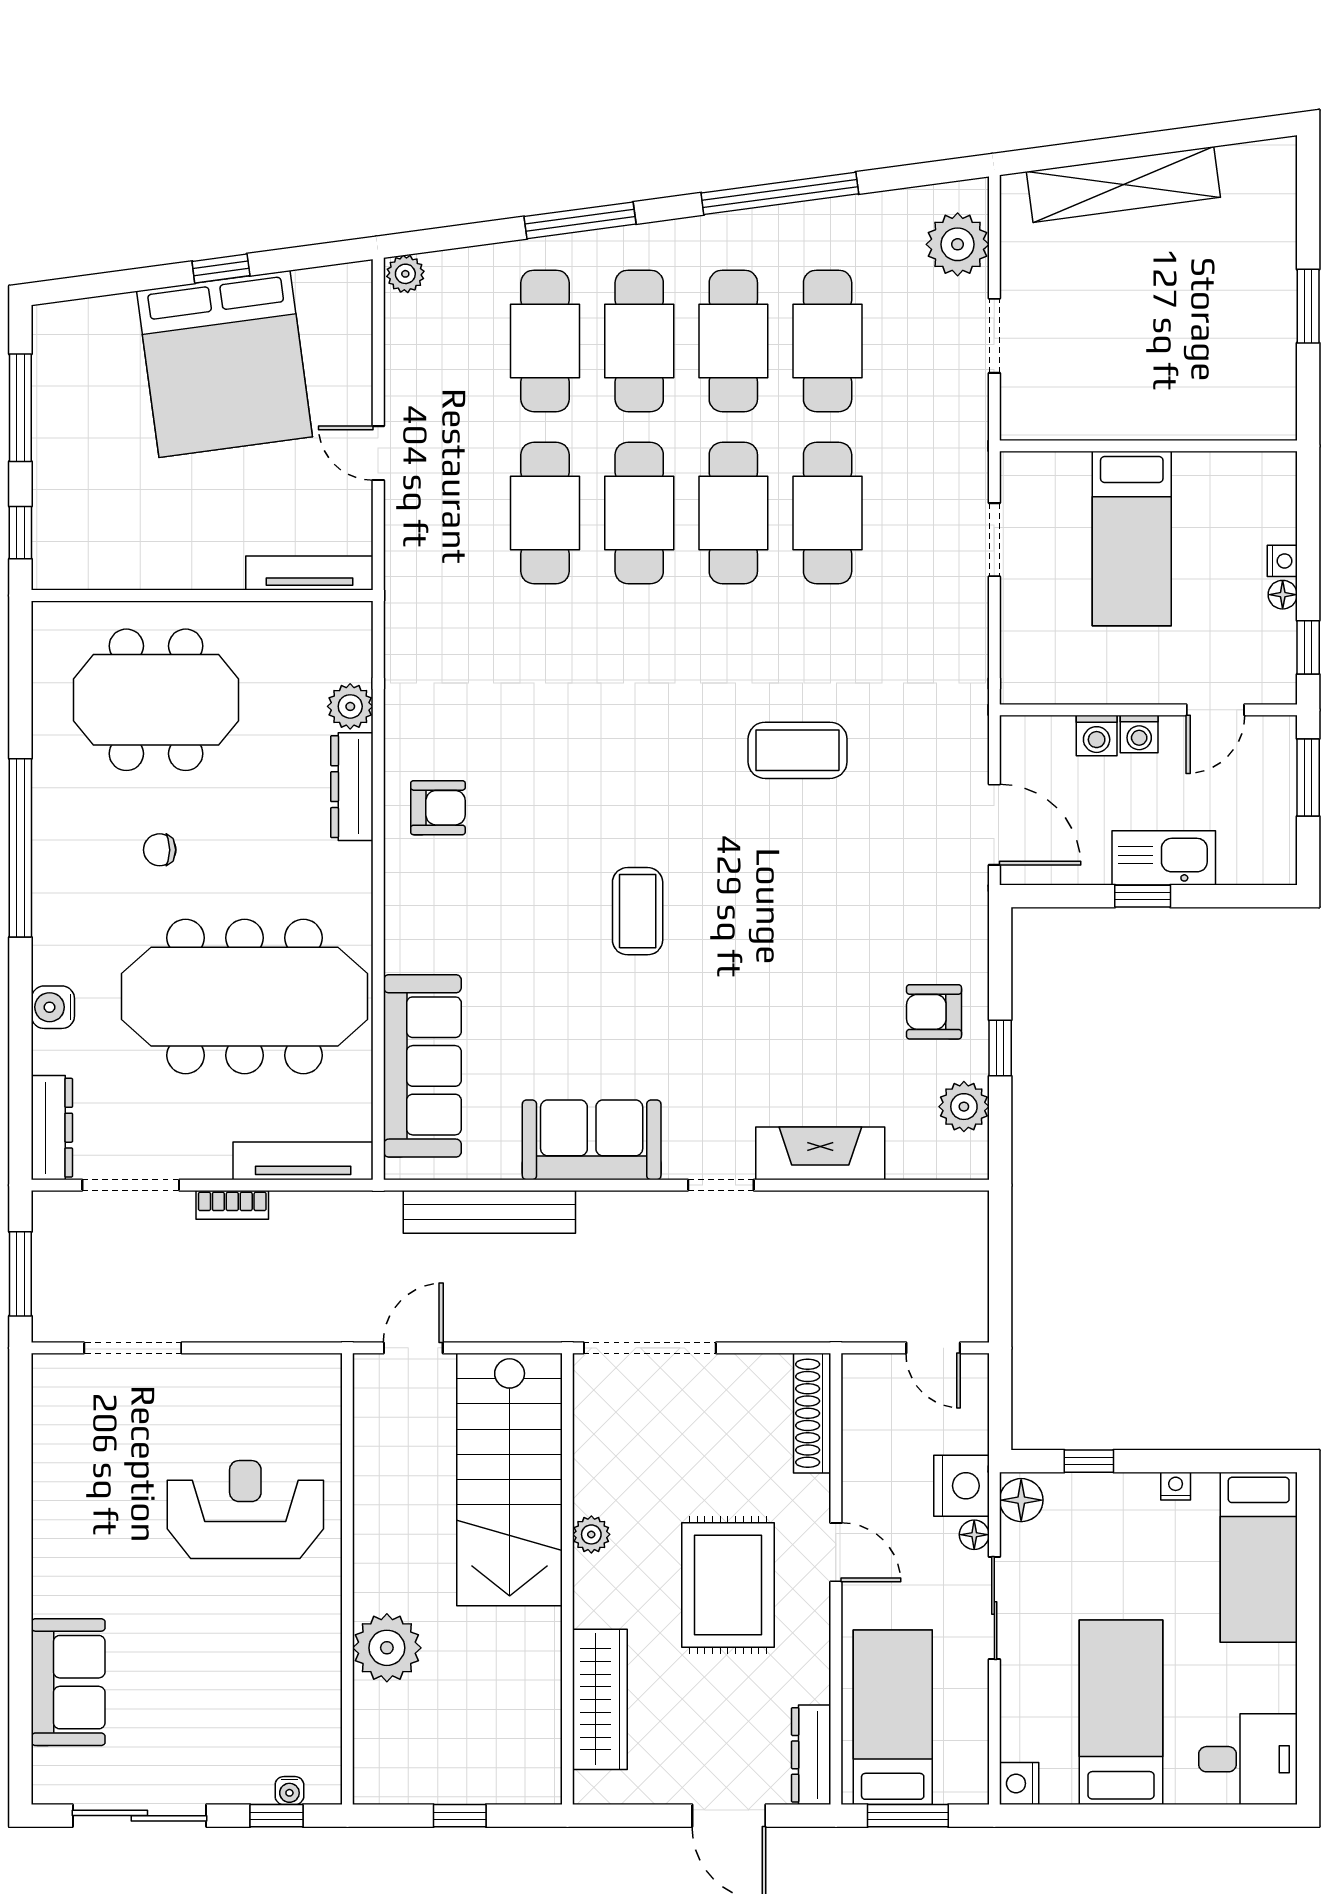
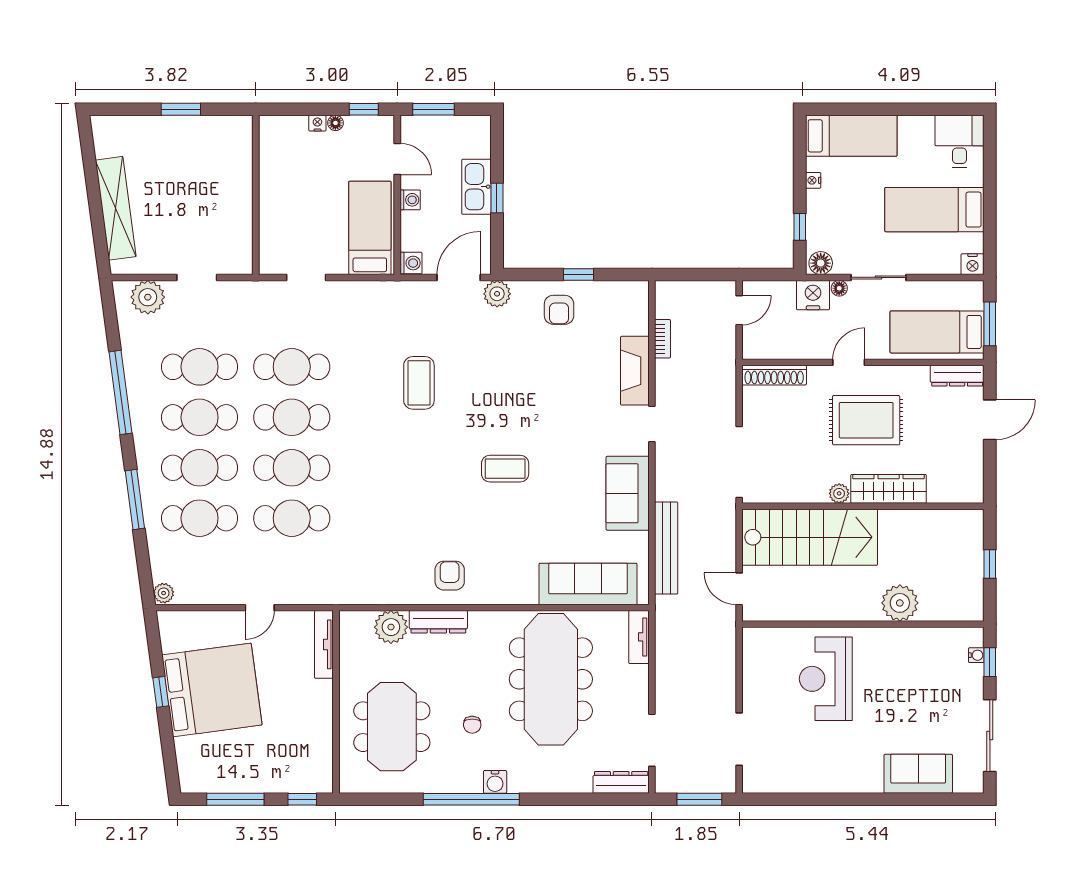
bed: (1132, 538) -> (370, 228), moved, turned -90
plant: (350, 706) -> (391, 627), width x1.36, depth x1.36
washing machine: (1097, 735) -> (411, 263), moved
water cooler: (53, 1007) -> (495, 782), moved
plant: (964, 1107) -> (497, 294), moved
tv unit: (303, 1161) -> (639, 637), width x0.71
bookcase: (232, 1205) -> (662, 339), moved
wardrobe: (600, 1699) -> (889, 489), moved

